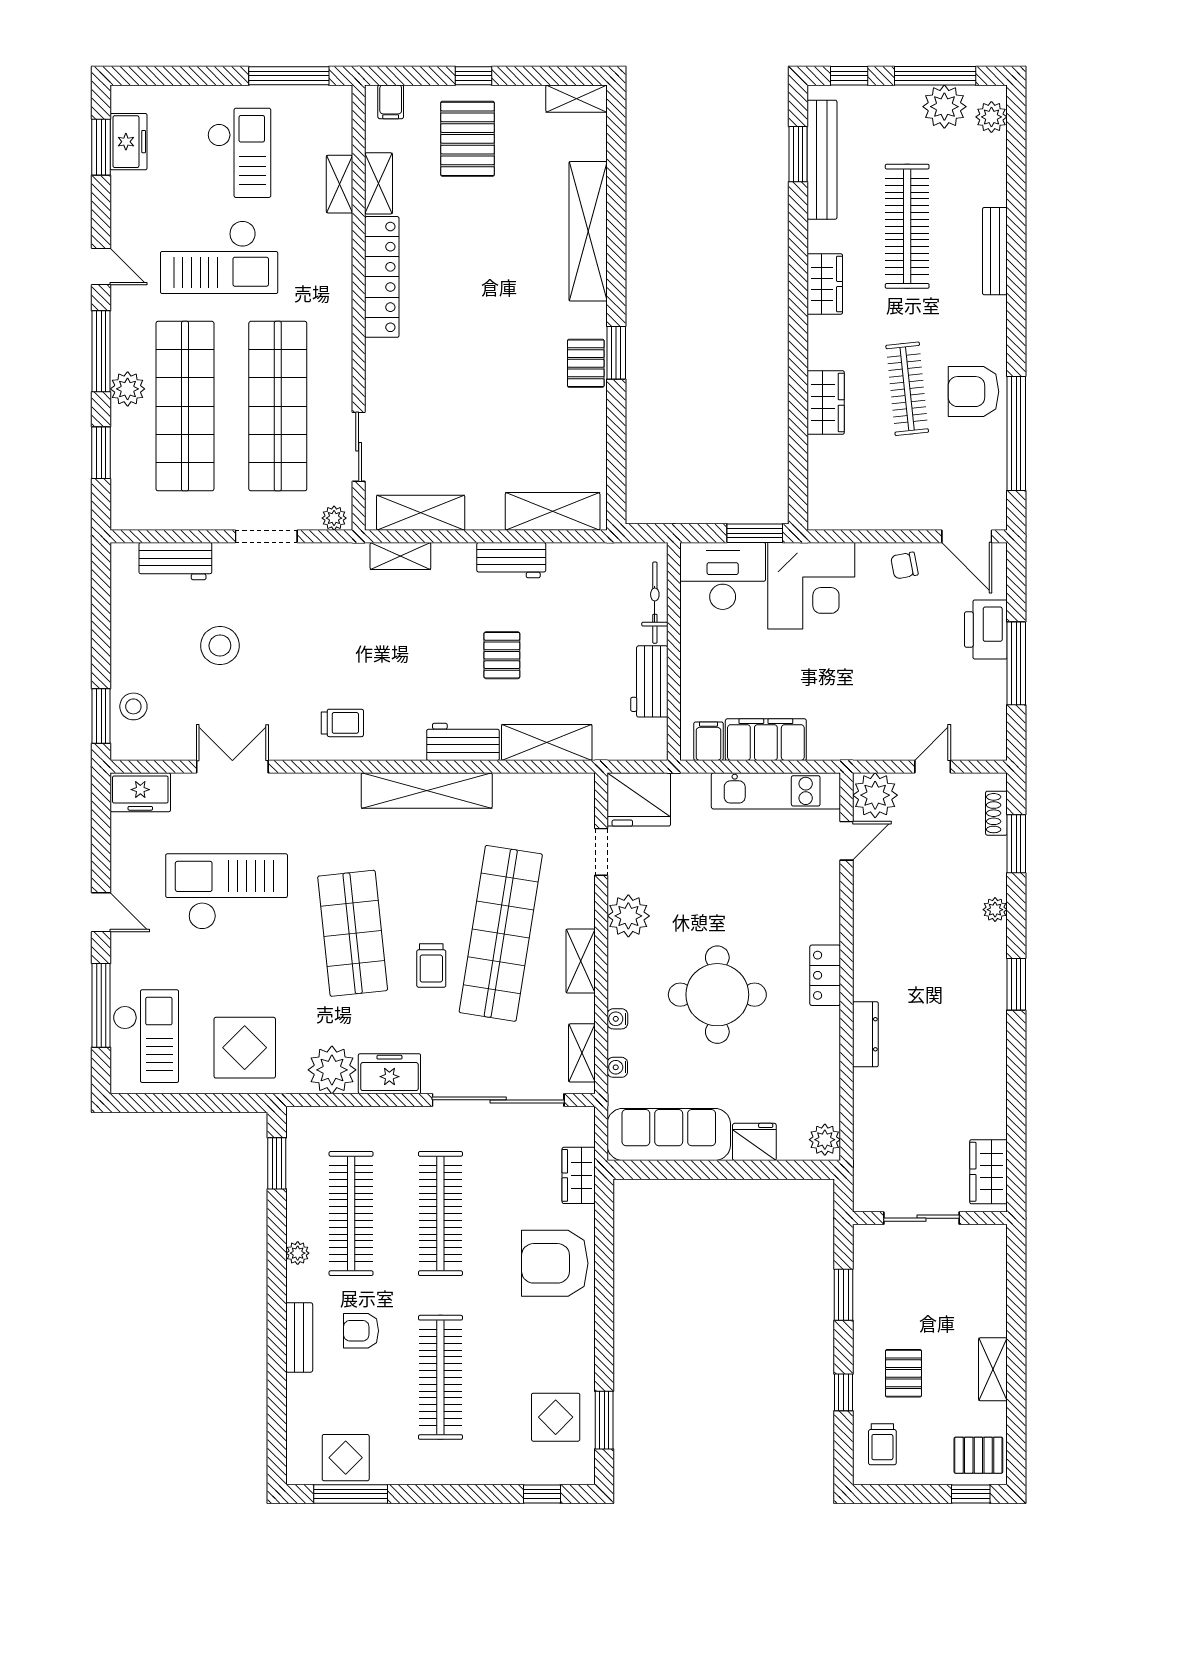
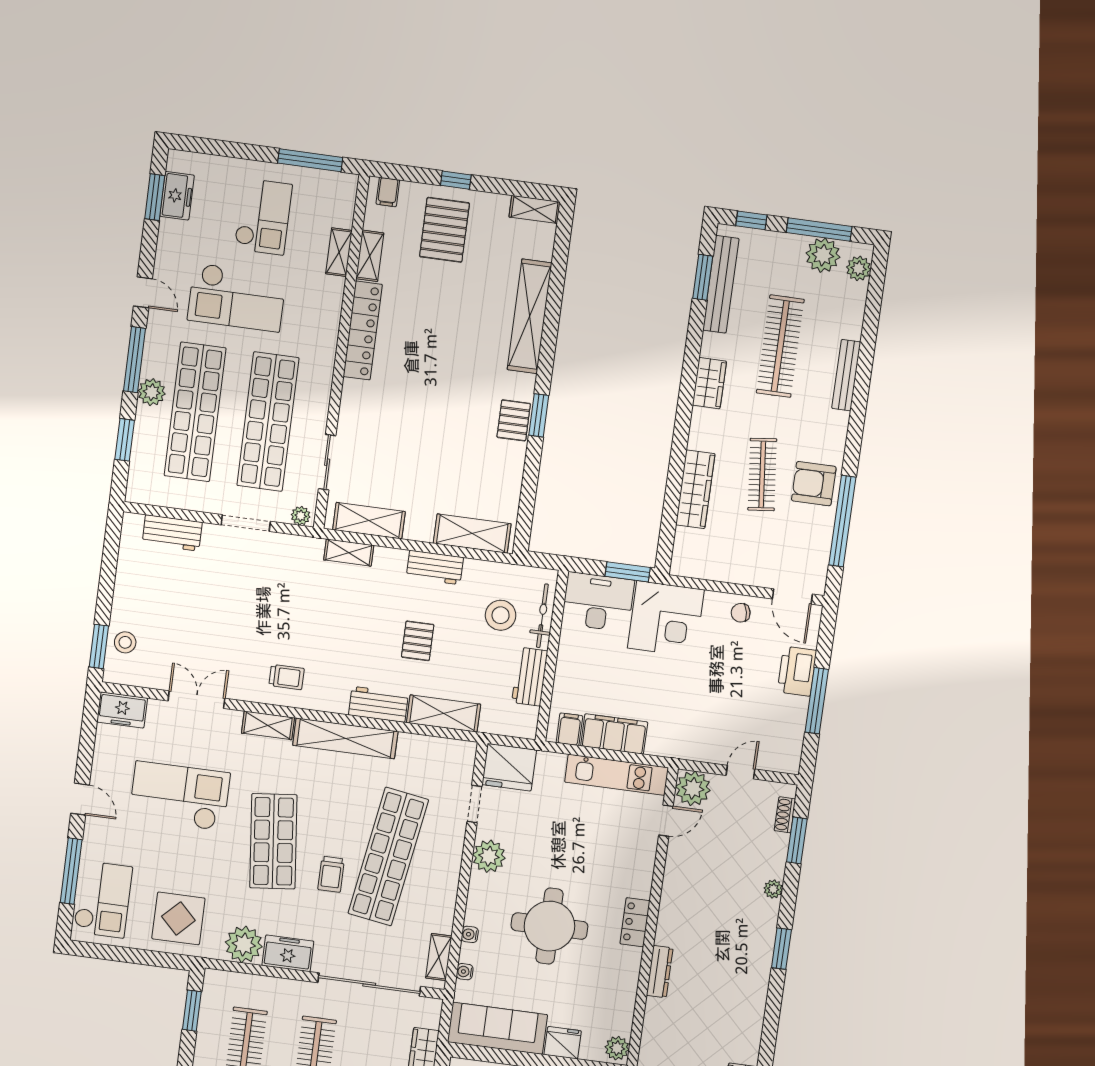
wardrobe: (826, 402) -> (695, 489), width x1.50
stool: (220, 645) -> (501, 615), moved
shelving: (581, 961) -> (268, 725), moved, turned 90

